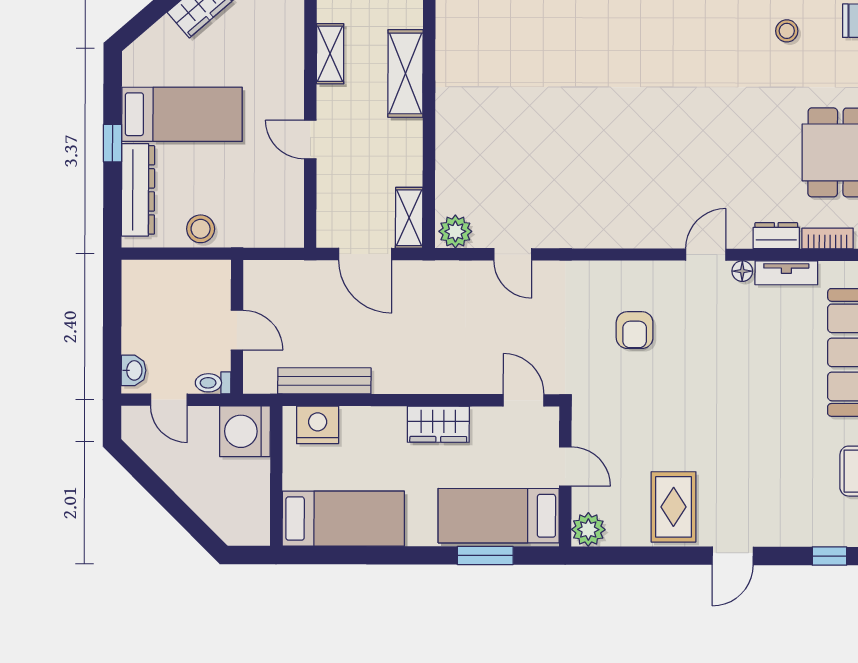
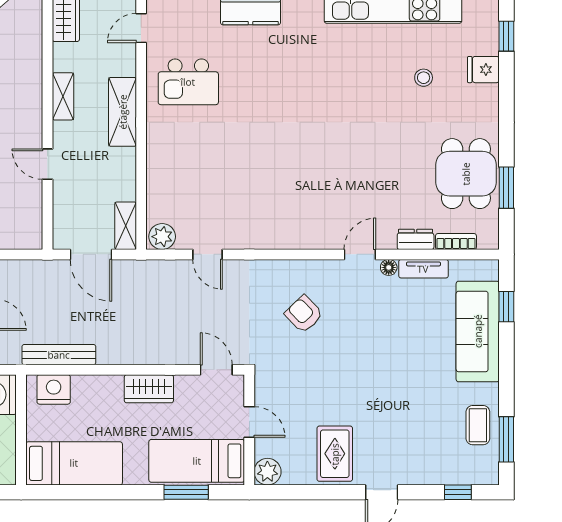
kitchen island: (489, 36) -> (188, 82), added
armchair: (635, 330) -> (304, 314), turned 136

